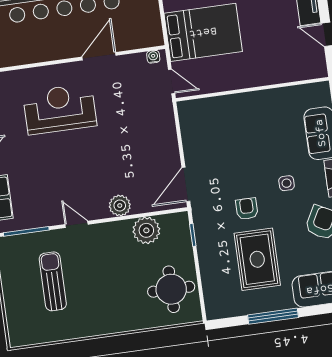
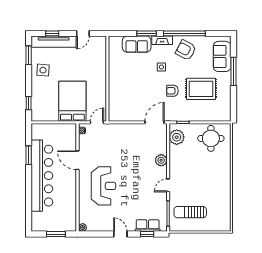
reception desk: (60, 109) -> (103, 186), turned 180
door: (186, 184) -> (154, 122), swing flipped
plant: (146, 230) -> (177, 137), moved
sun lounger: (53, 281) -> (190, 212), moved
window: (273, 316) -> (233, 71), moved

